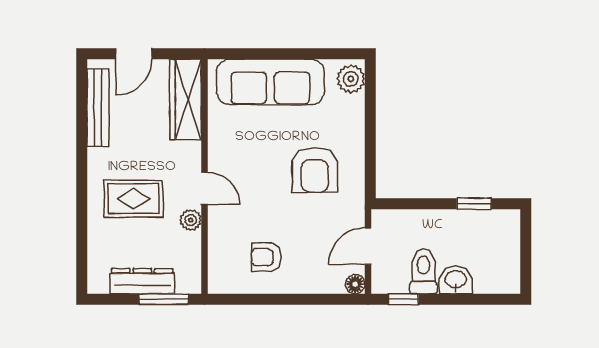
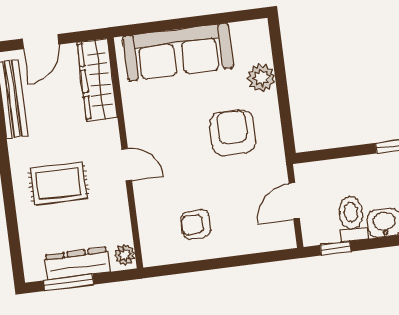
plant: (351, 79) -> (261, 78), moved
armchair: (315, 170) -> (232, 133), turned 180
plant: (191, 220) -> (125, 255), moved
floor lamp: (355, 284) -> (286, 240), removed
window: (164, 299) -> (69, 283), moved

